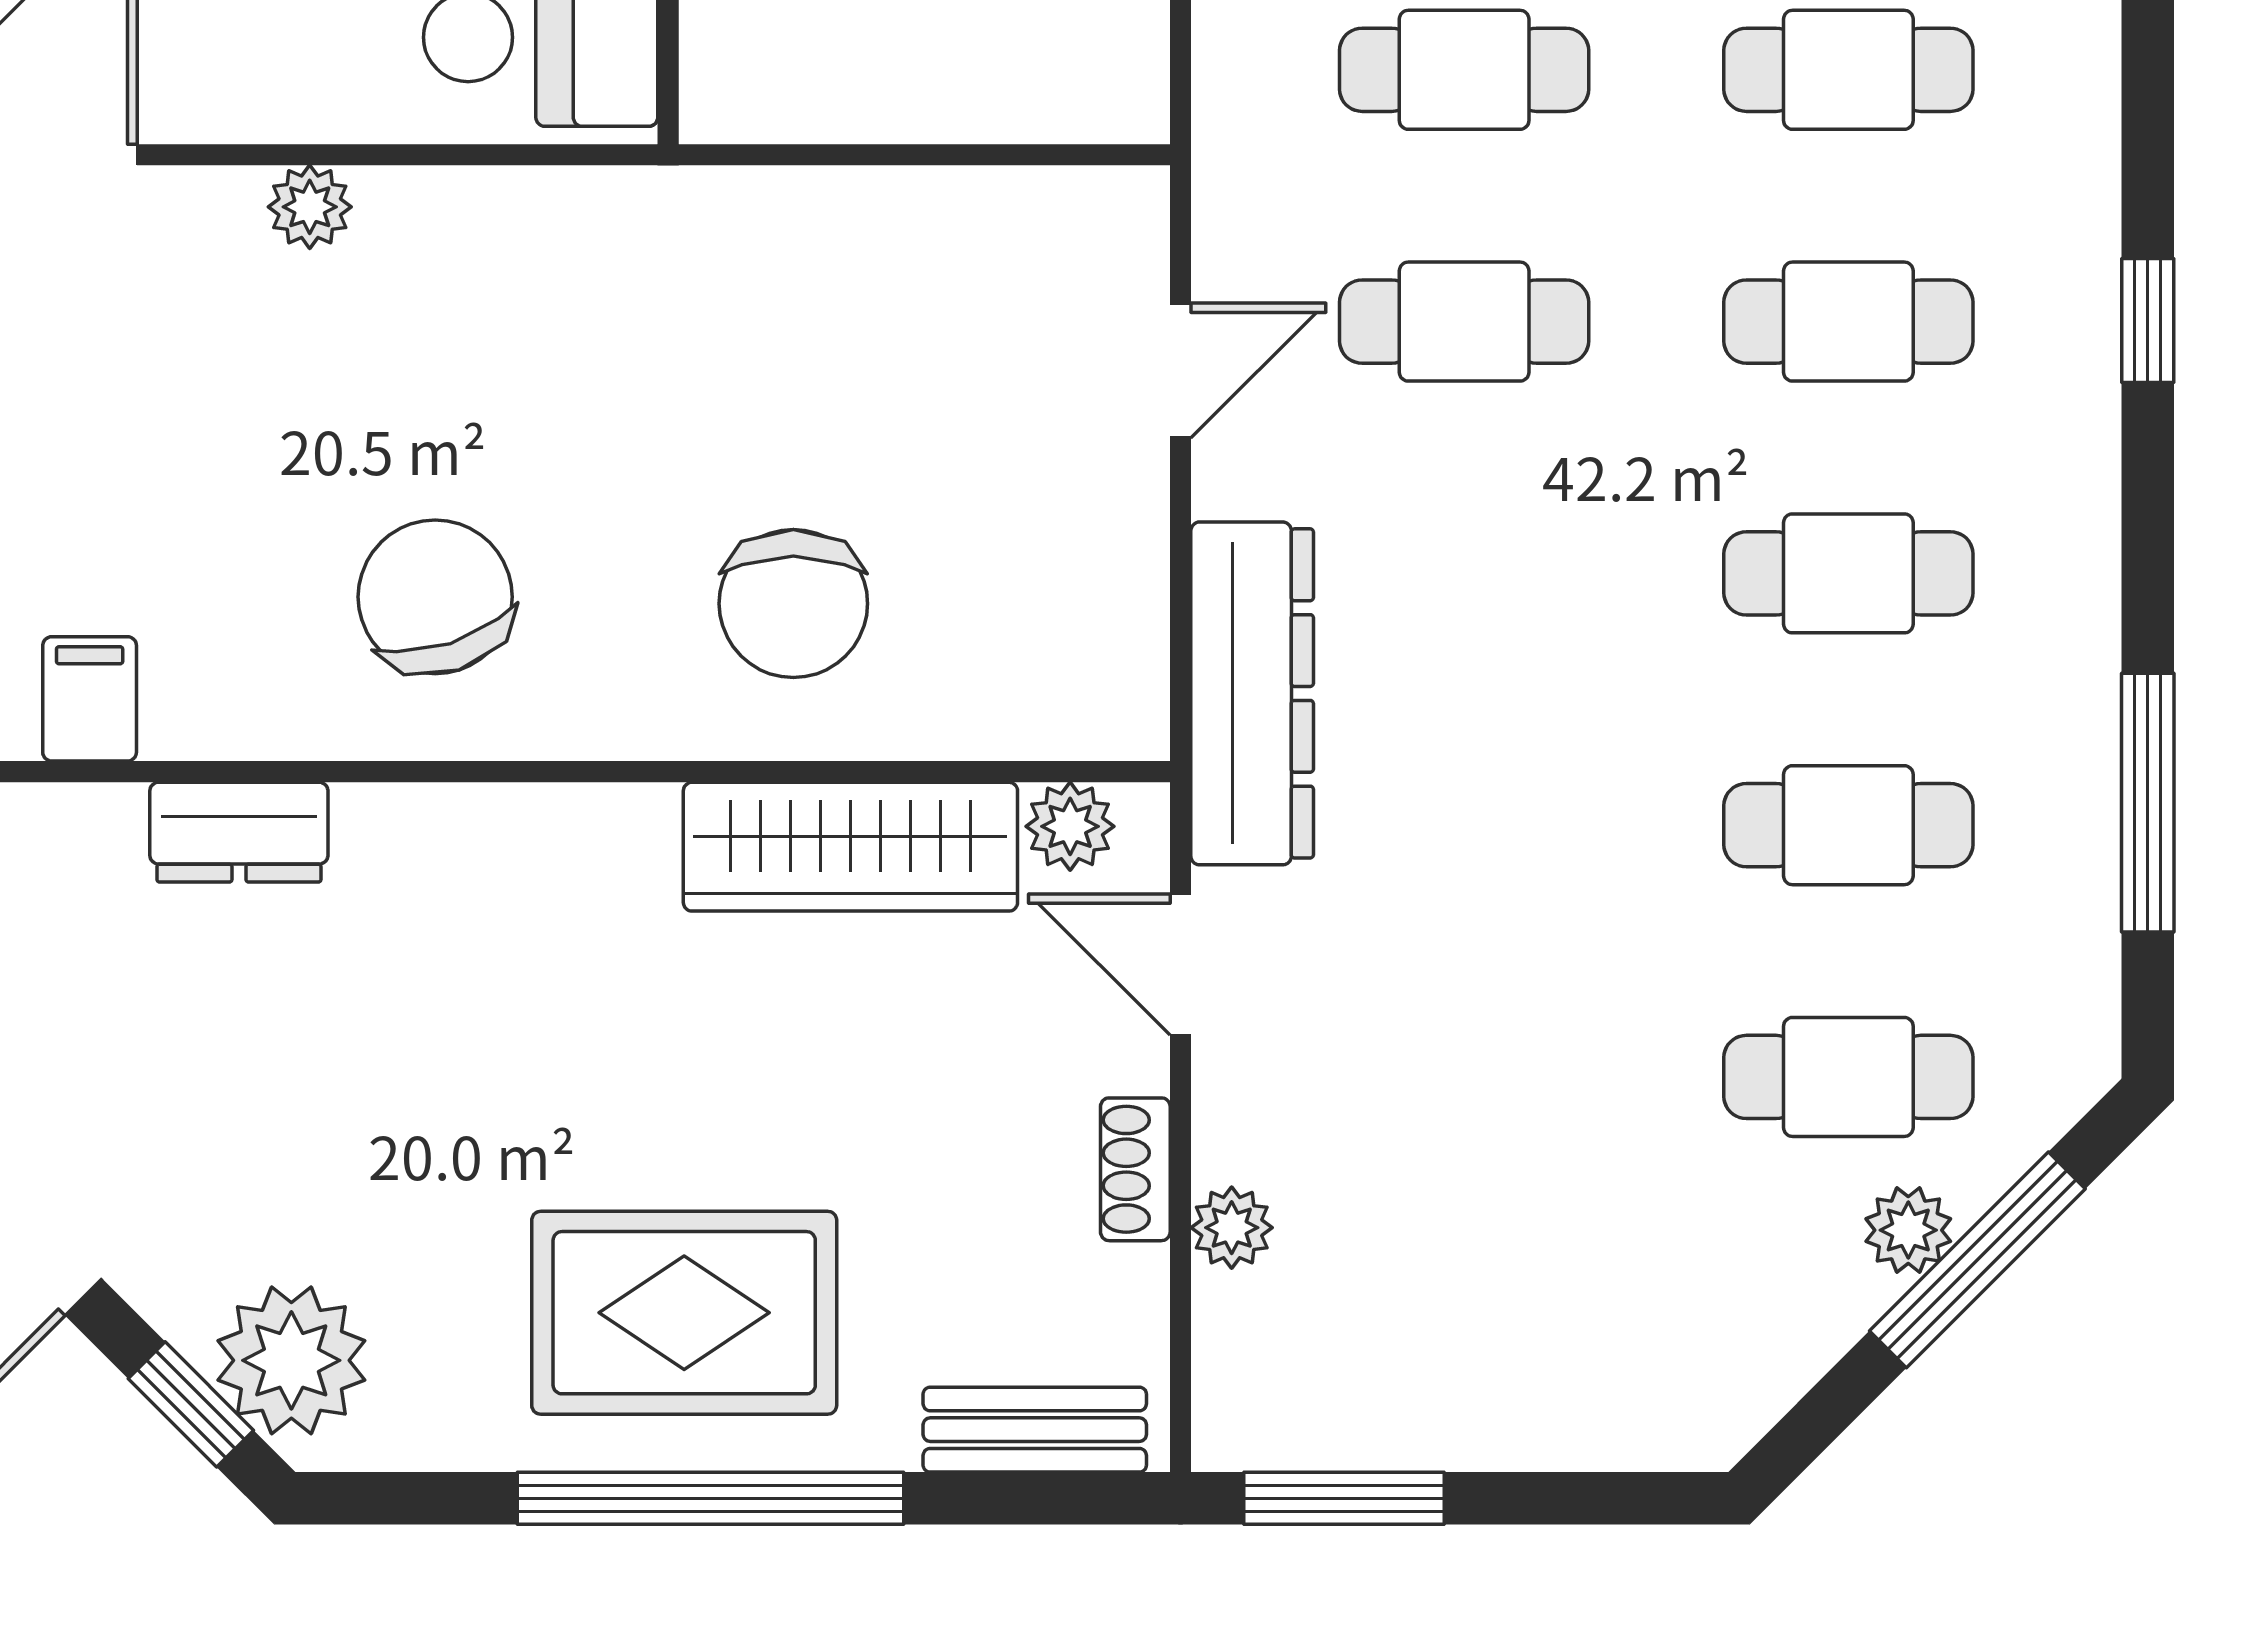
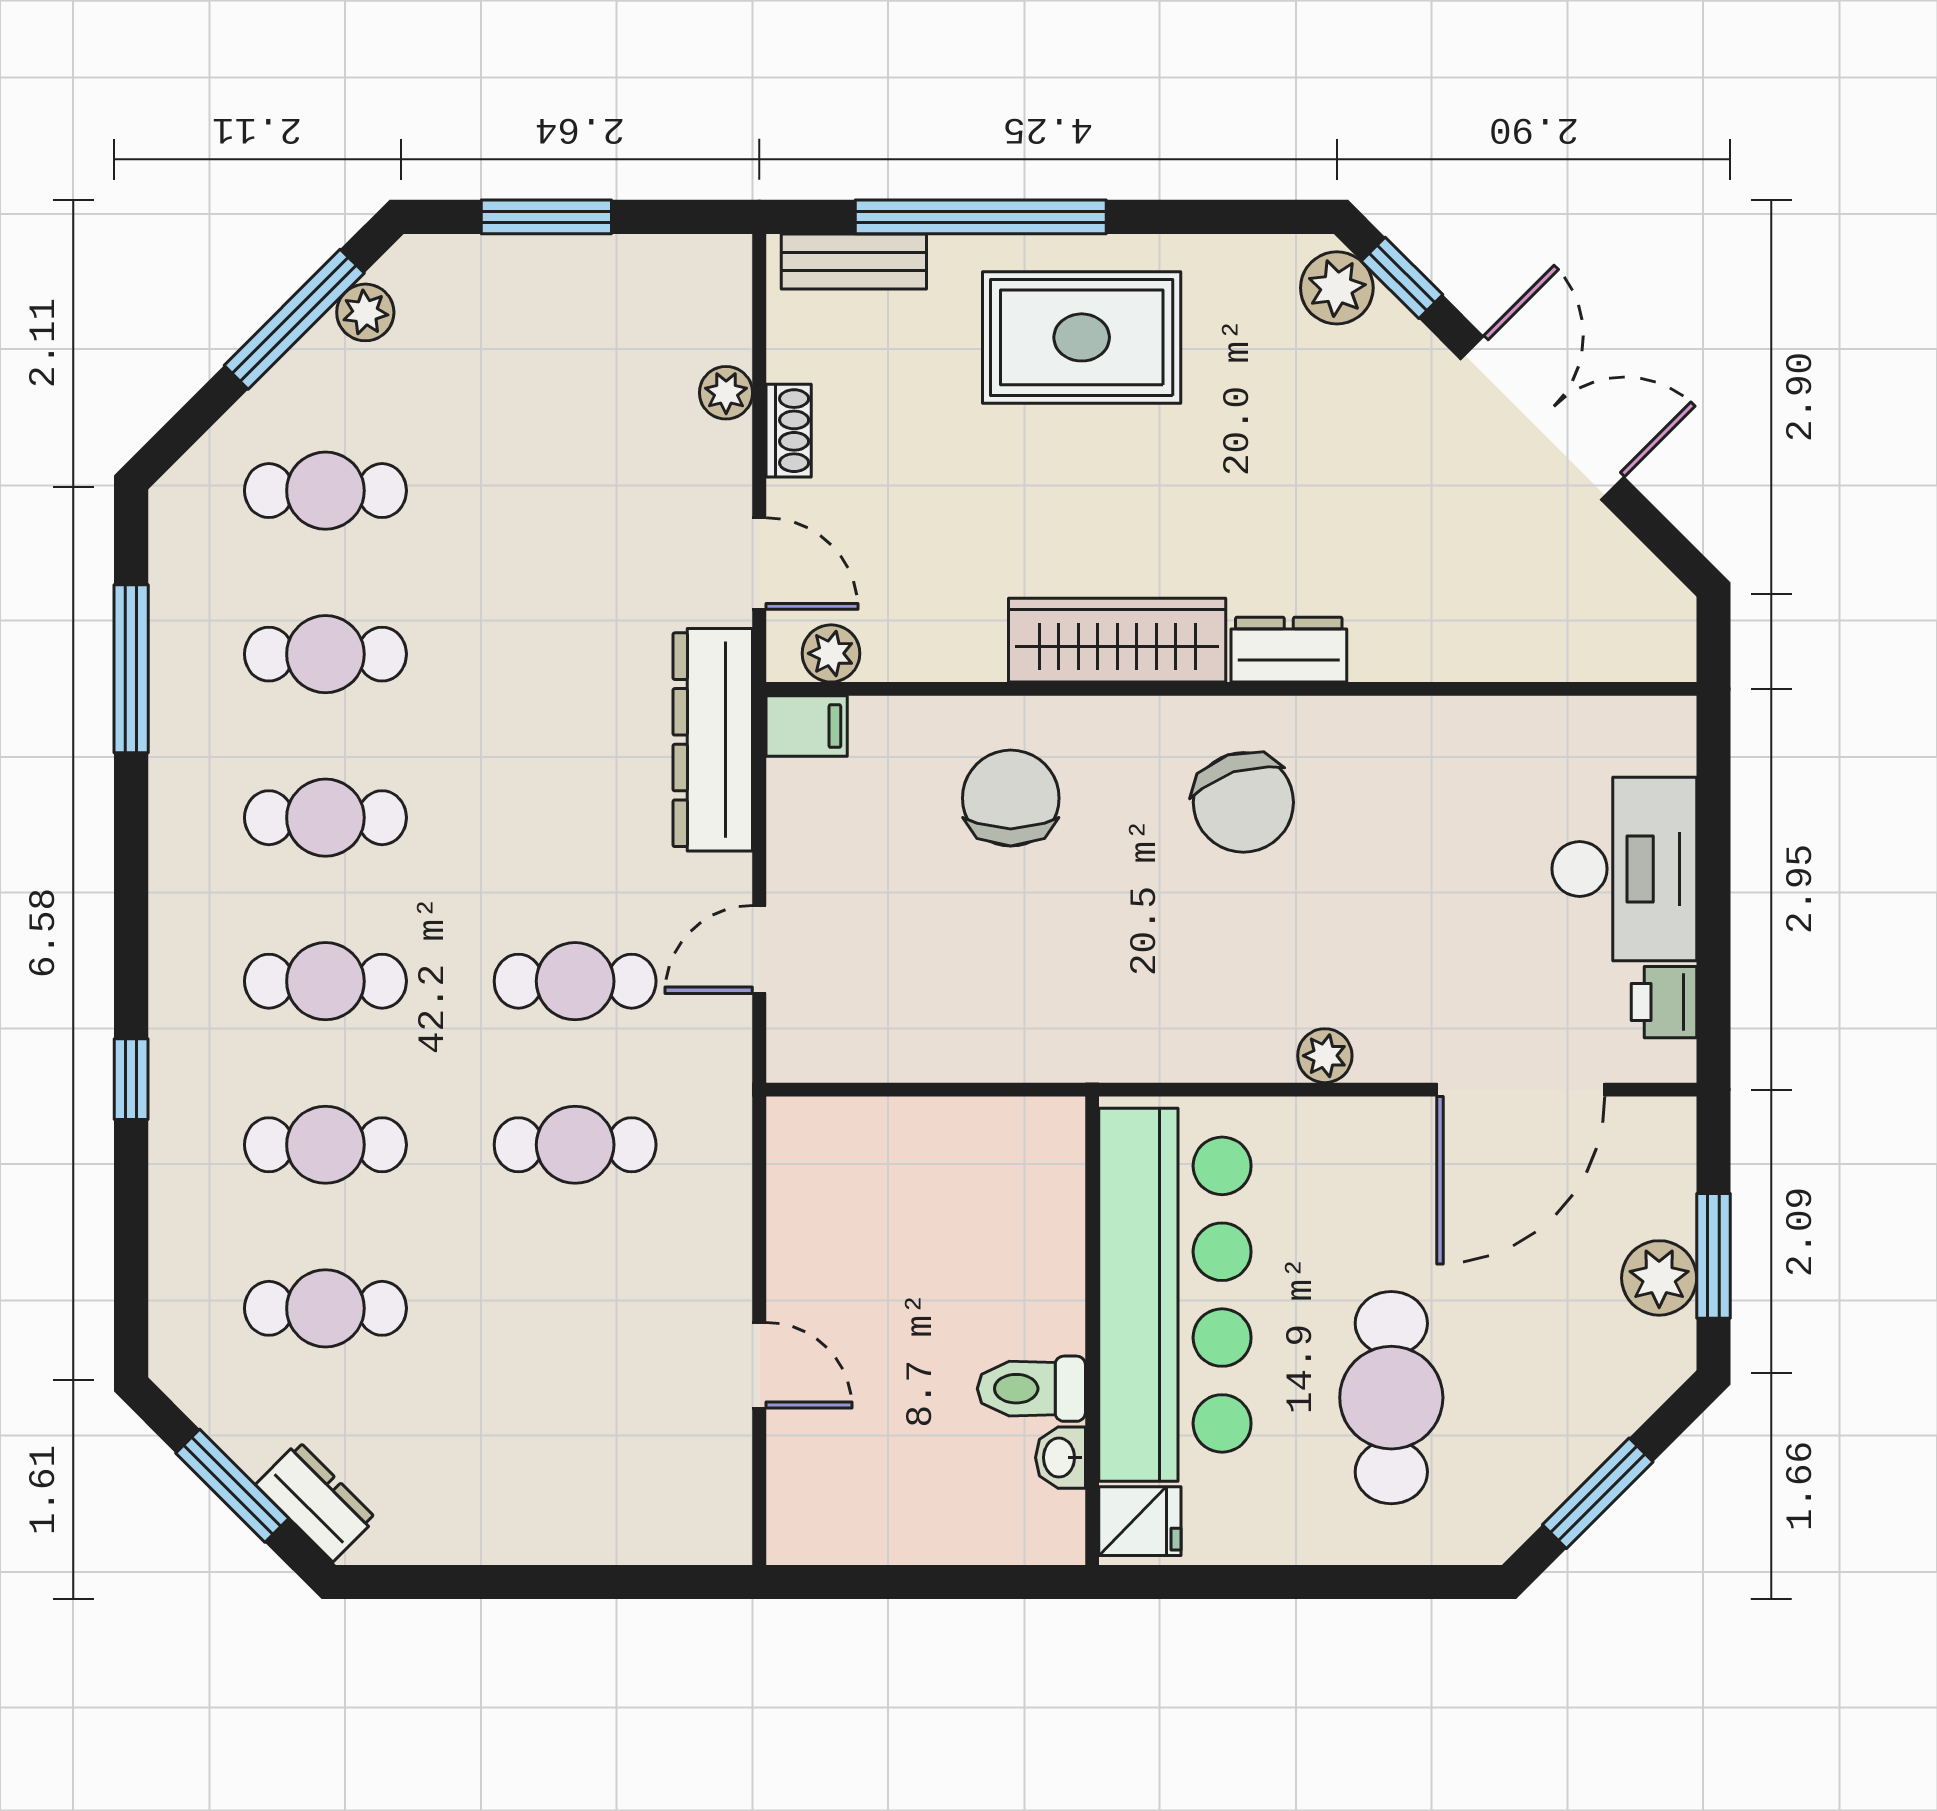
window: (2148, 320) -> (131, 1079), moved
filing cabinet: (90, 699) -> (807, 726), moved, turned -90
dresser: (239, 832) -> (1289, 650), moved
wardrobe: (850, 847) -> (1117, 640), moved
plant: (1908, 1230) -> (365, 312), moved
window: (1977, 1260) -> (294, 319), moved
plant: (291, 1360) -> (1337, 288), width x0.73, depth x0.73
window: (710, 1498) -> (981, 217), moved
window: (1344, 1498) -> (546, 217), moved

